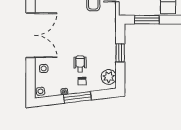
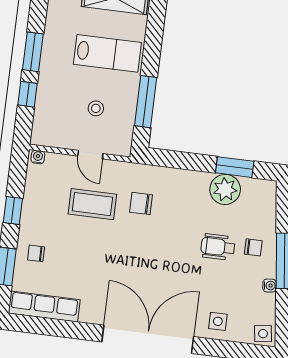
chair: (97, 24) -> (141, 203), added
window: (120, 53) -> (235, 167), moved
plant: (109, 77) -> (225, 189), moved

